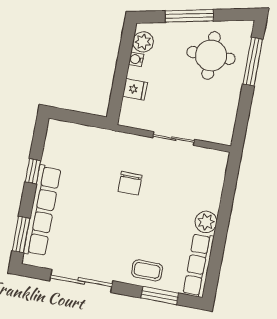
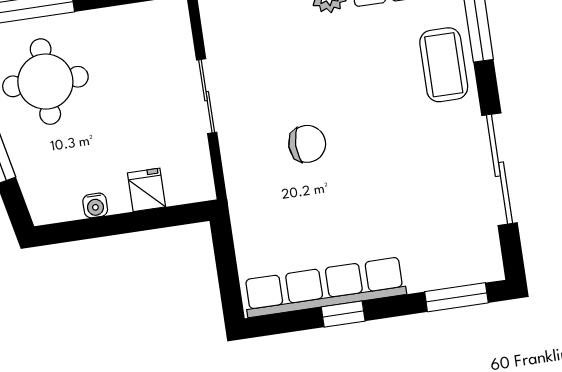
plant: (143, 42) -> (62, 204), removed
row of seats: (42, 211) -> (325, 287), moved
coffee table: (147, 270) -> (444, 65), width x1.36, depth x1.30

